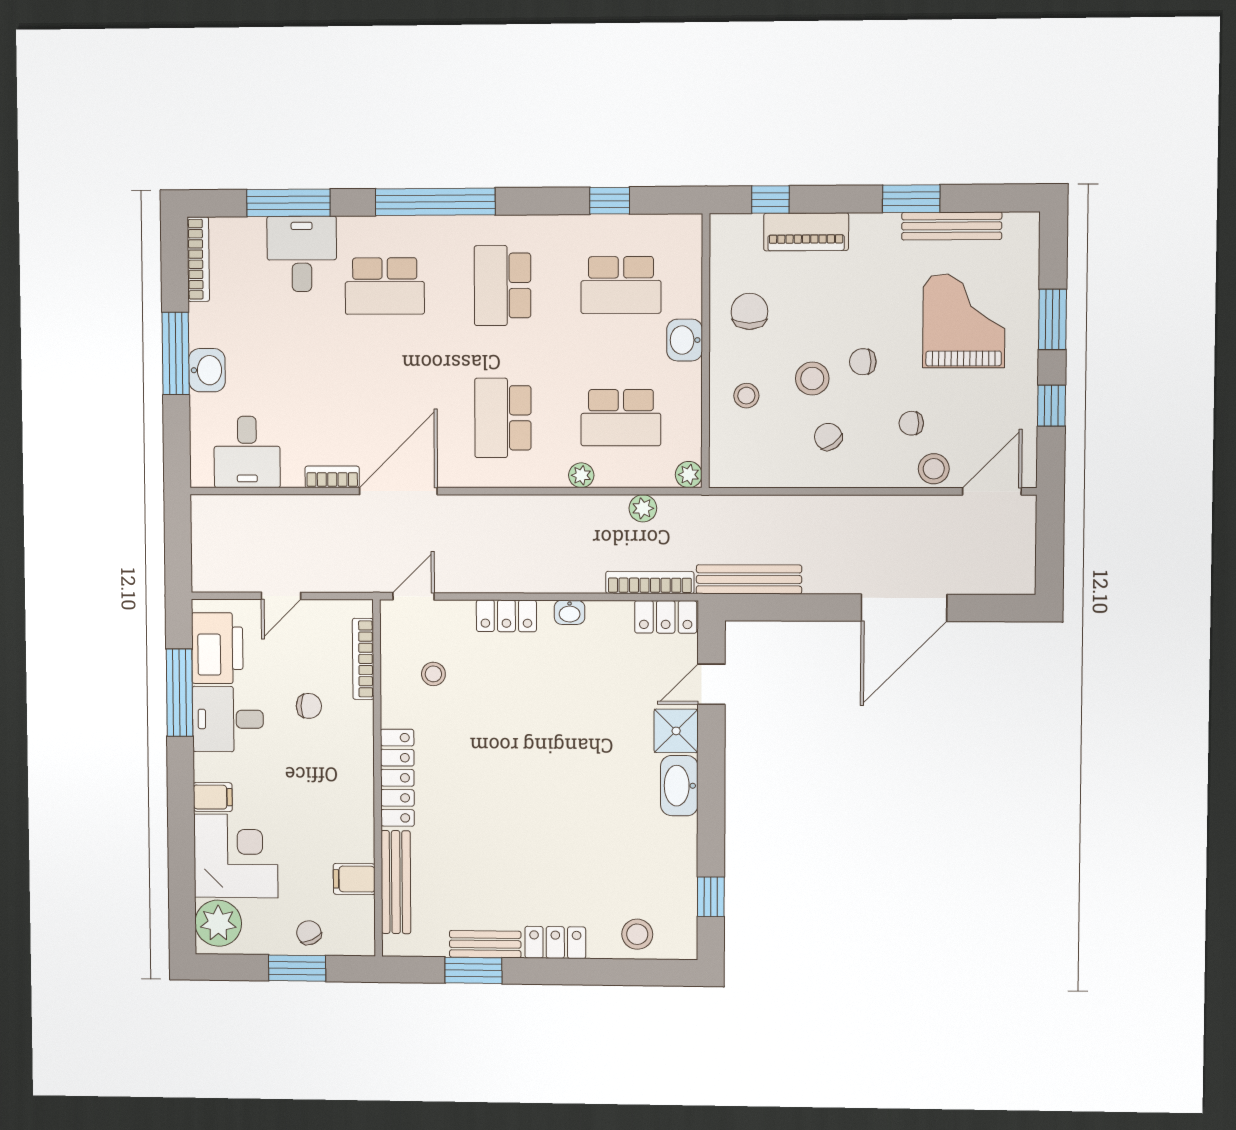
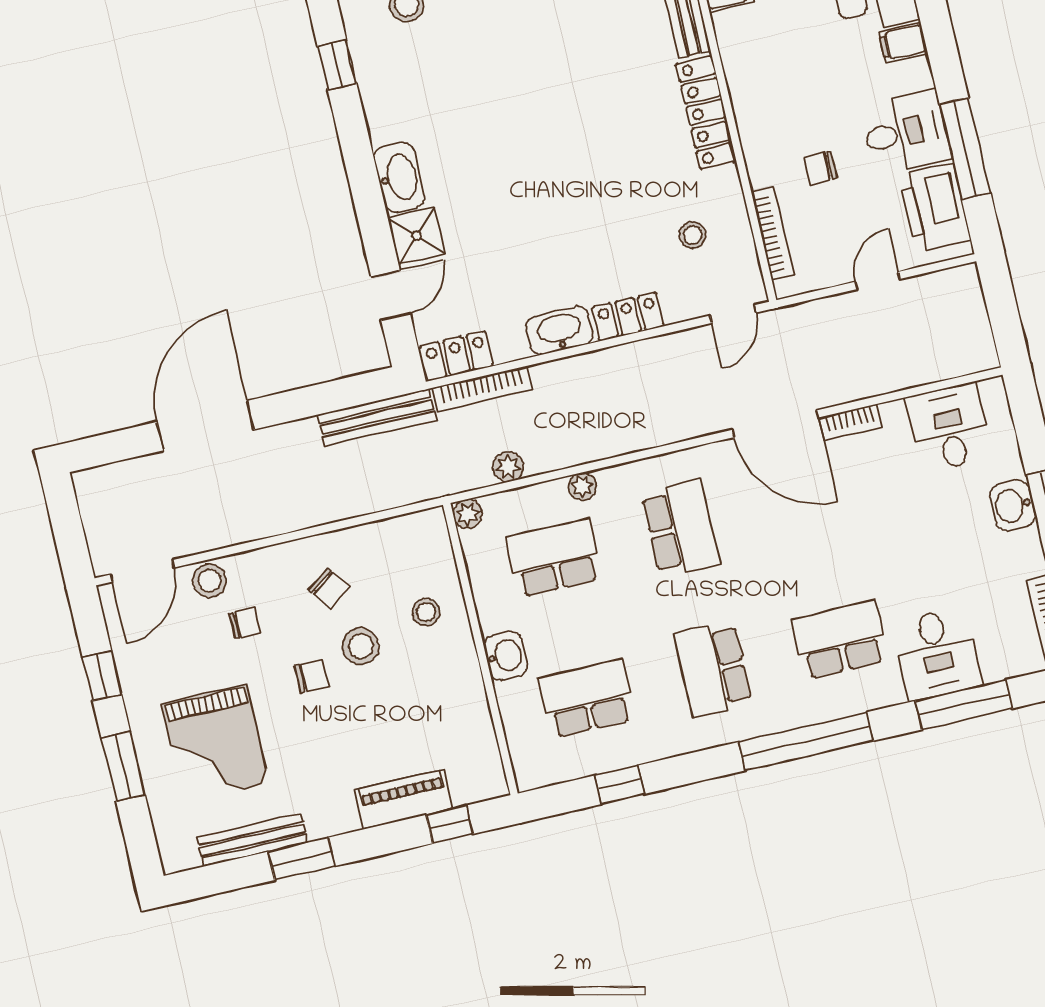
school desk: (503, 286) -> (713, 669), turned 180
chair: (749, 311) -> (444, 702), removed
door: (398, 491) -> (775, 424), hinge flipped
washbasin: (570, 612) -> (559, 331), width x1.91, depth x1.45

